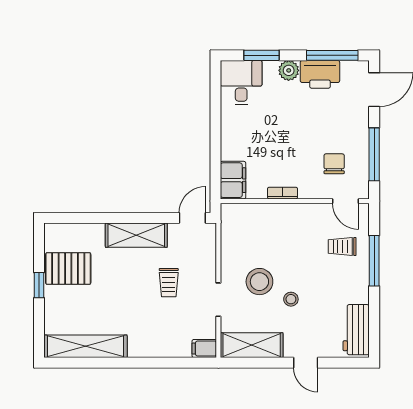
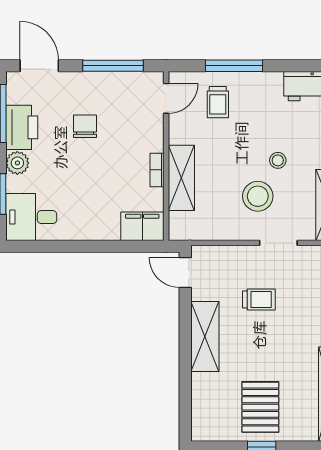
chair: (334, 164) -> (85, 126), moved, turned 90
shelving: (276, 214) -> (181, 178), added
pallet: (68, 269) -> (260, 407), moved

